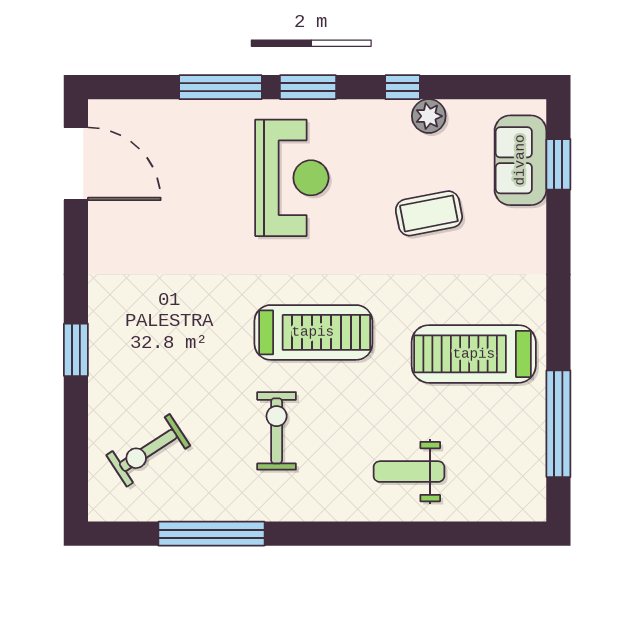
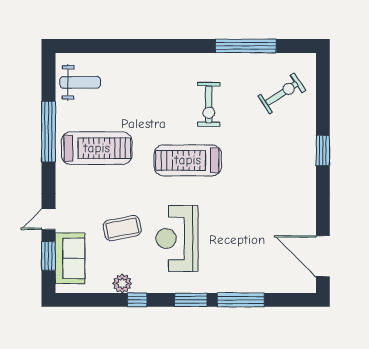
reception desk: (292, 178) -> (177, 238), moved
door: (558, 229) -> (48, 219), added
window: (558, 424) -> (48, 132), moved
weight bench: (409, 472) -> (80, 82), moved

